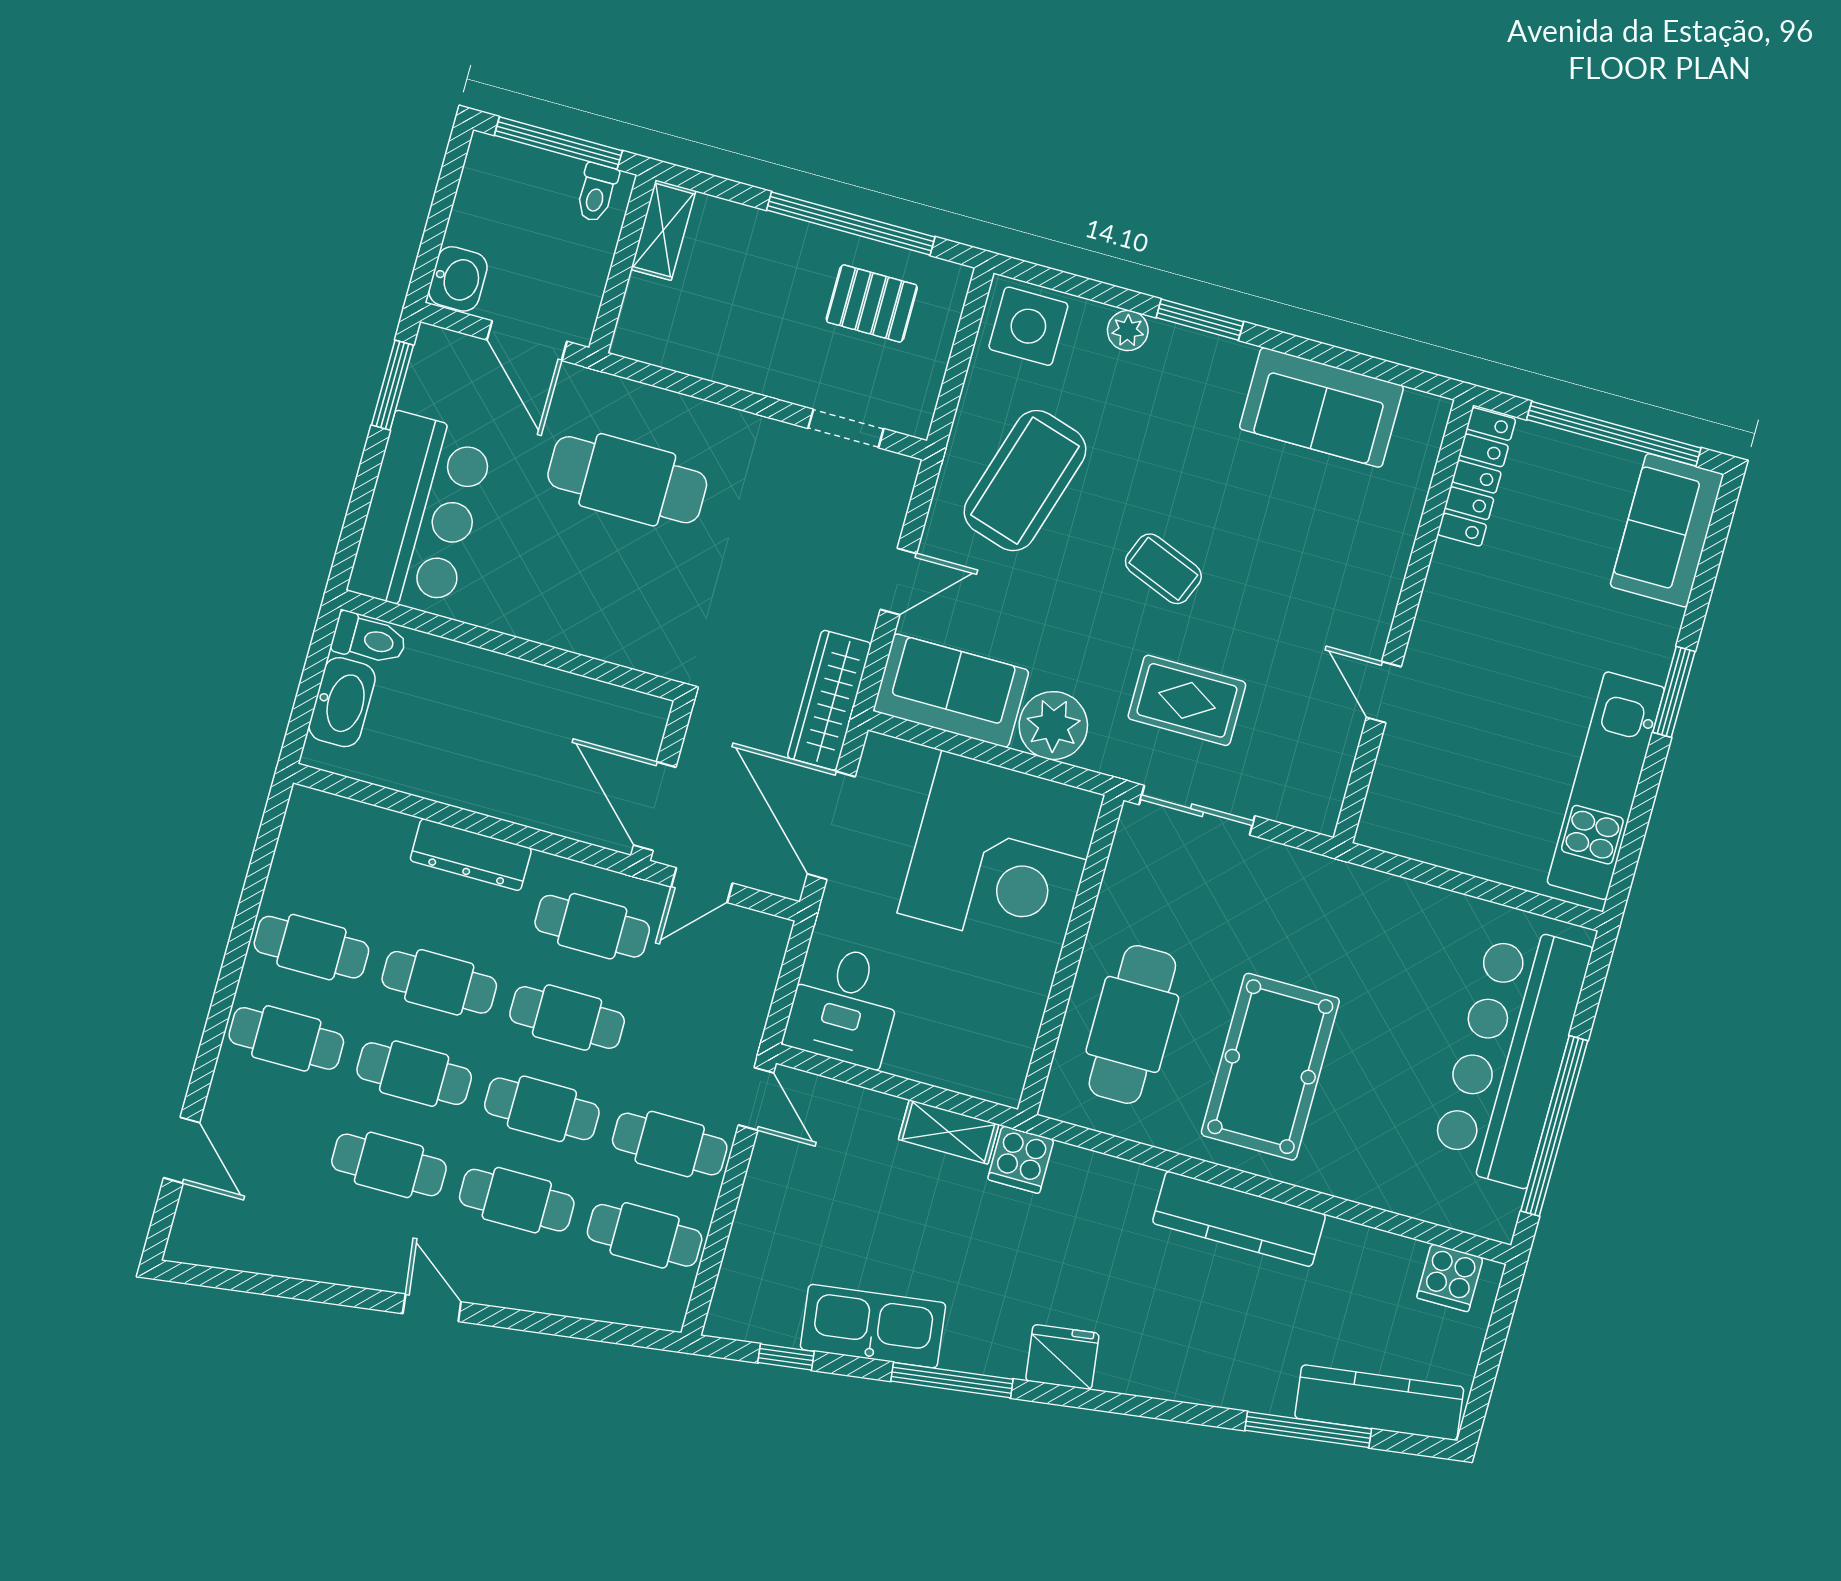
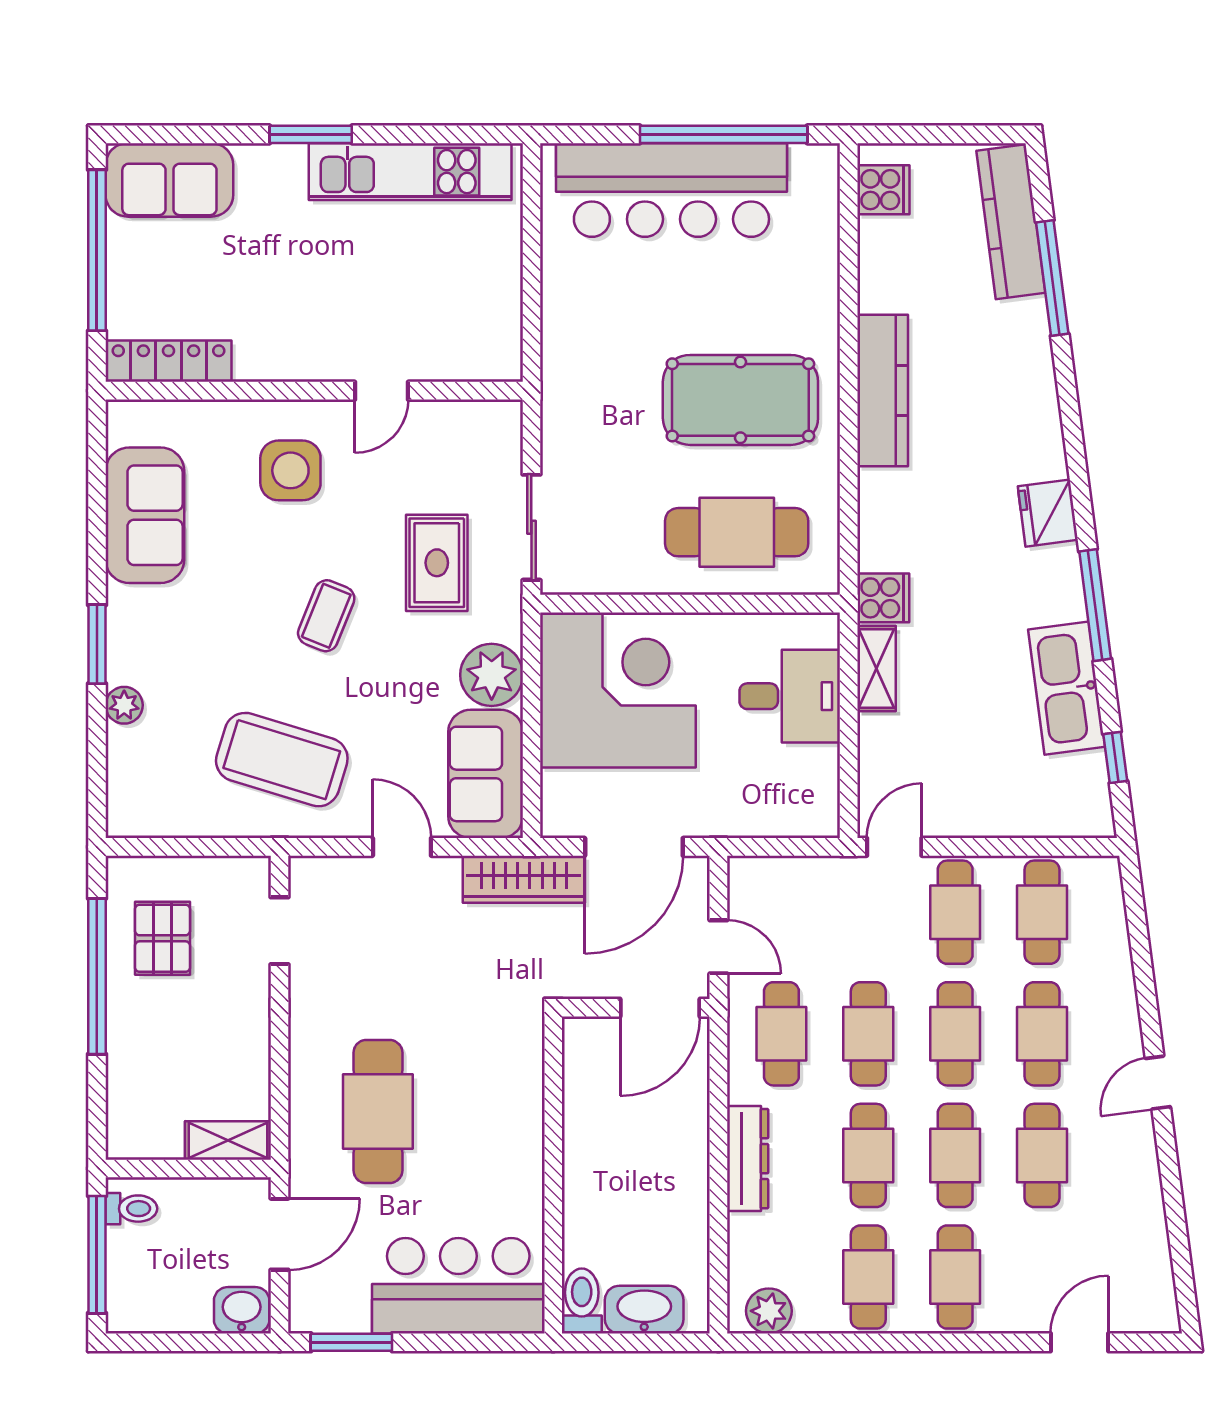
shelving: (663, 230) -> (228, 1141), moved
side table: (1028, 326) -> (290, 470), moved
plant: (305, 833) -> (769, 1311), added
desk: (844, 1005) -> (790, 696), moved

